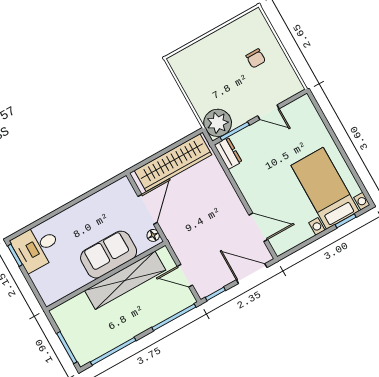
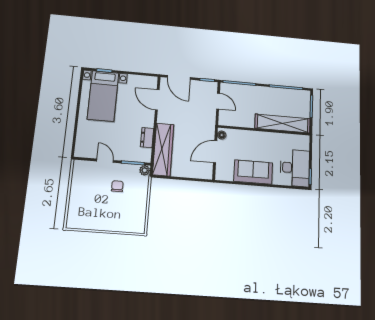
chair: (256, 58) -> (117, 186), moved
plant: (218, 123) -> (145, 170), width x0.53, depth x0.53
dresser: (228, 153) -> (147, 138), moved
wardrobe: (173, 163) -> (163, 149), moved, turned 90
desk: (37, 247) -> (295, 168), width x1.37
sofa: (109, 255) -> (253, 172), moved, turned 180
shelving: (125, 280) -> (283, 123), moved

